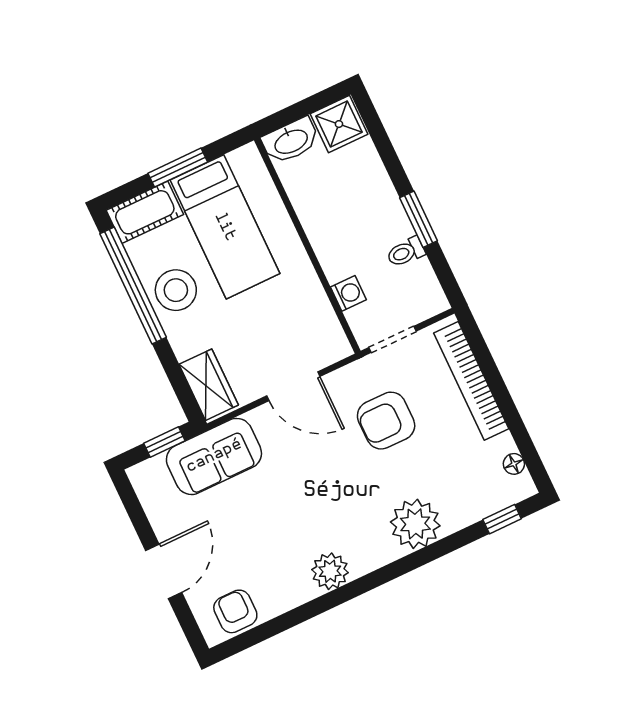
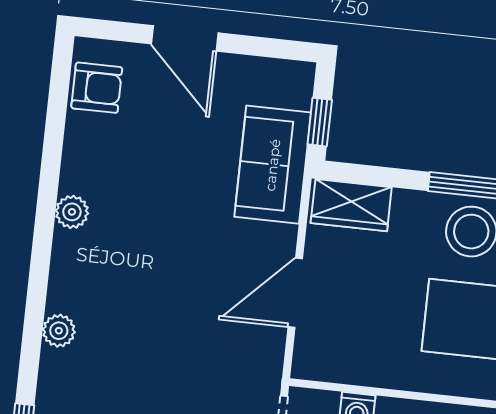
armchair: (386, 421) -> (200, 368), removed
plant: (415, 524) -> (59, 331), width x0.53, depth x0.53
plant: (330, 571) -> (72, 212), width x0.73, depth x0.73

